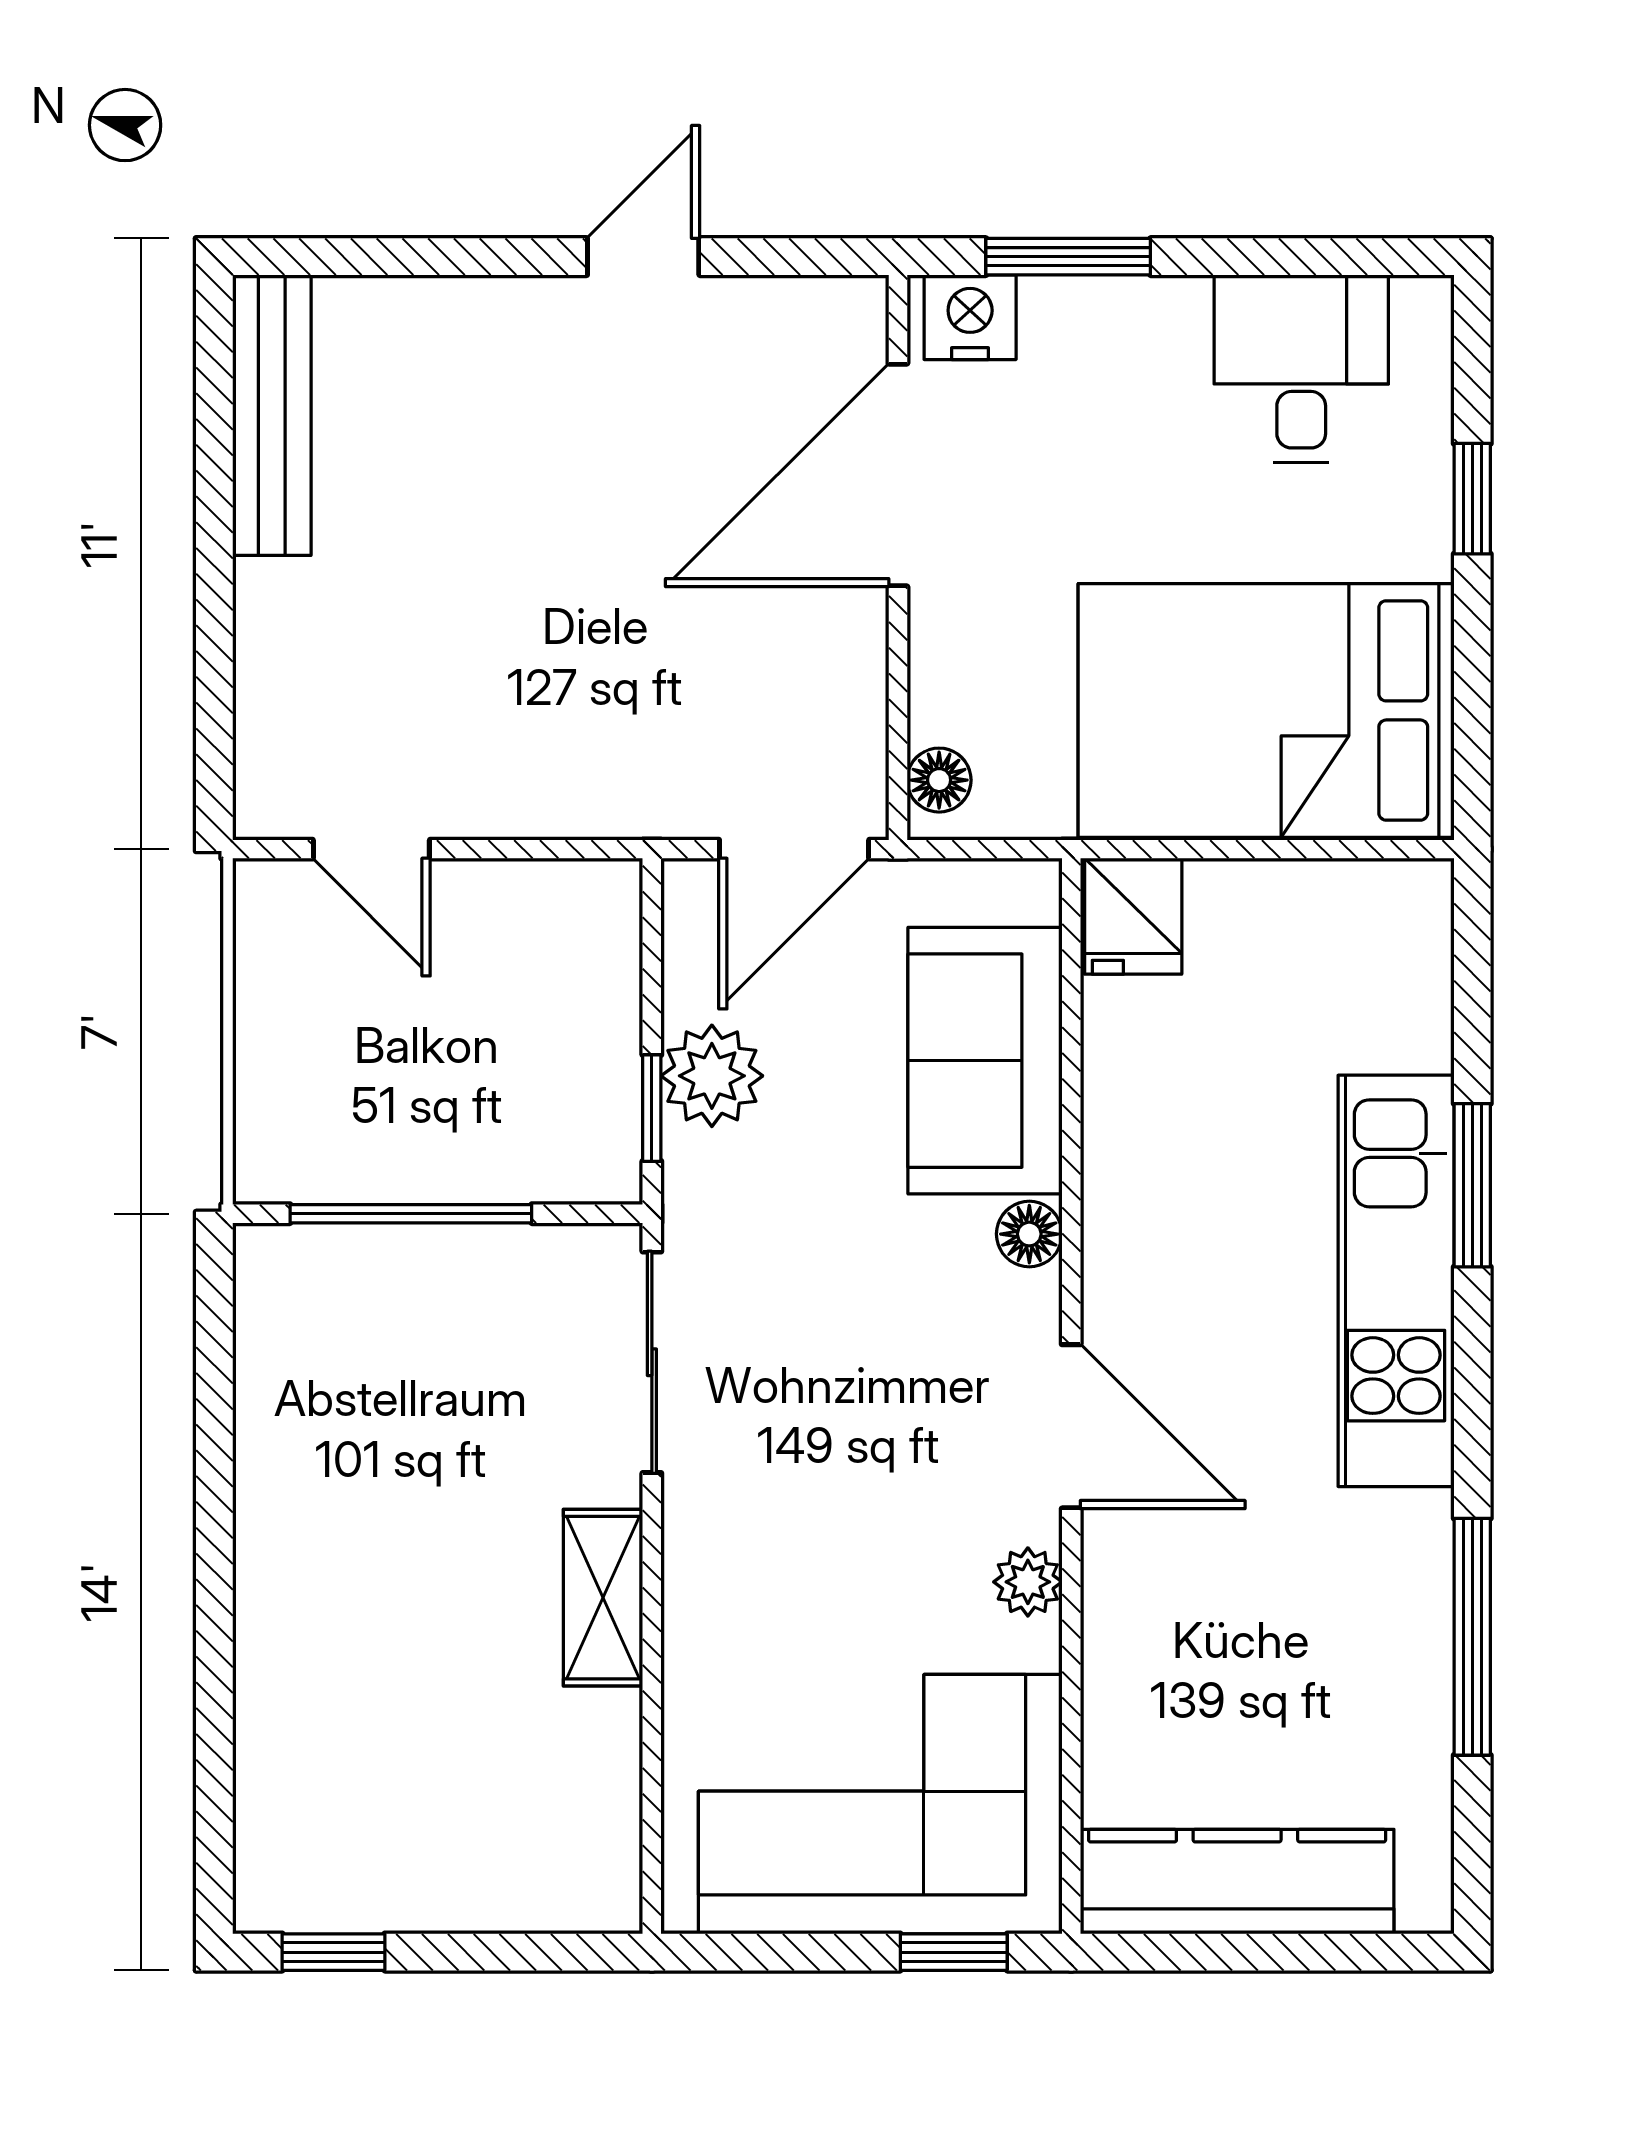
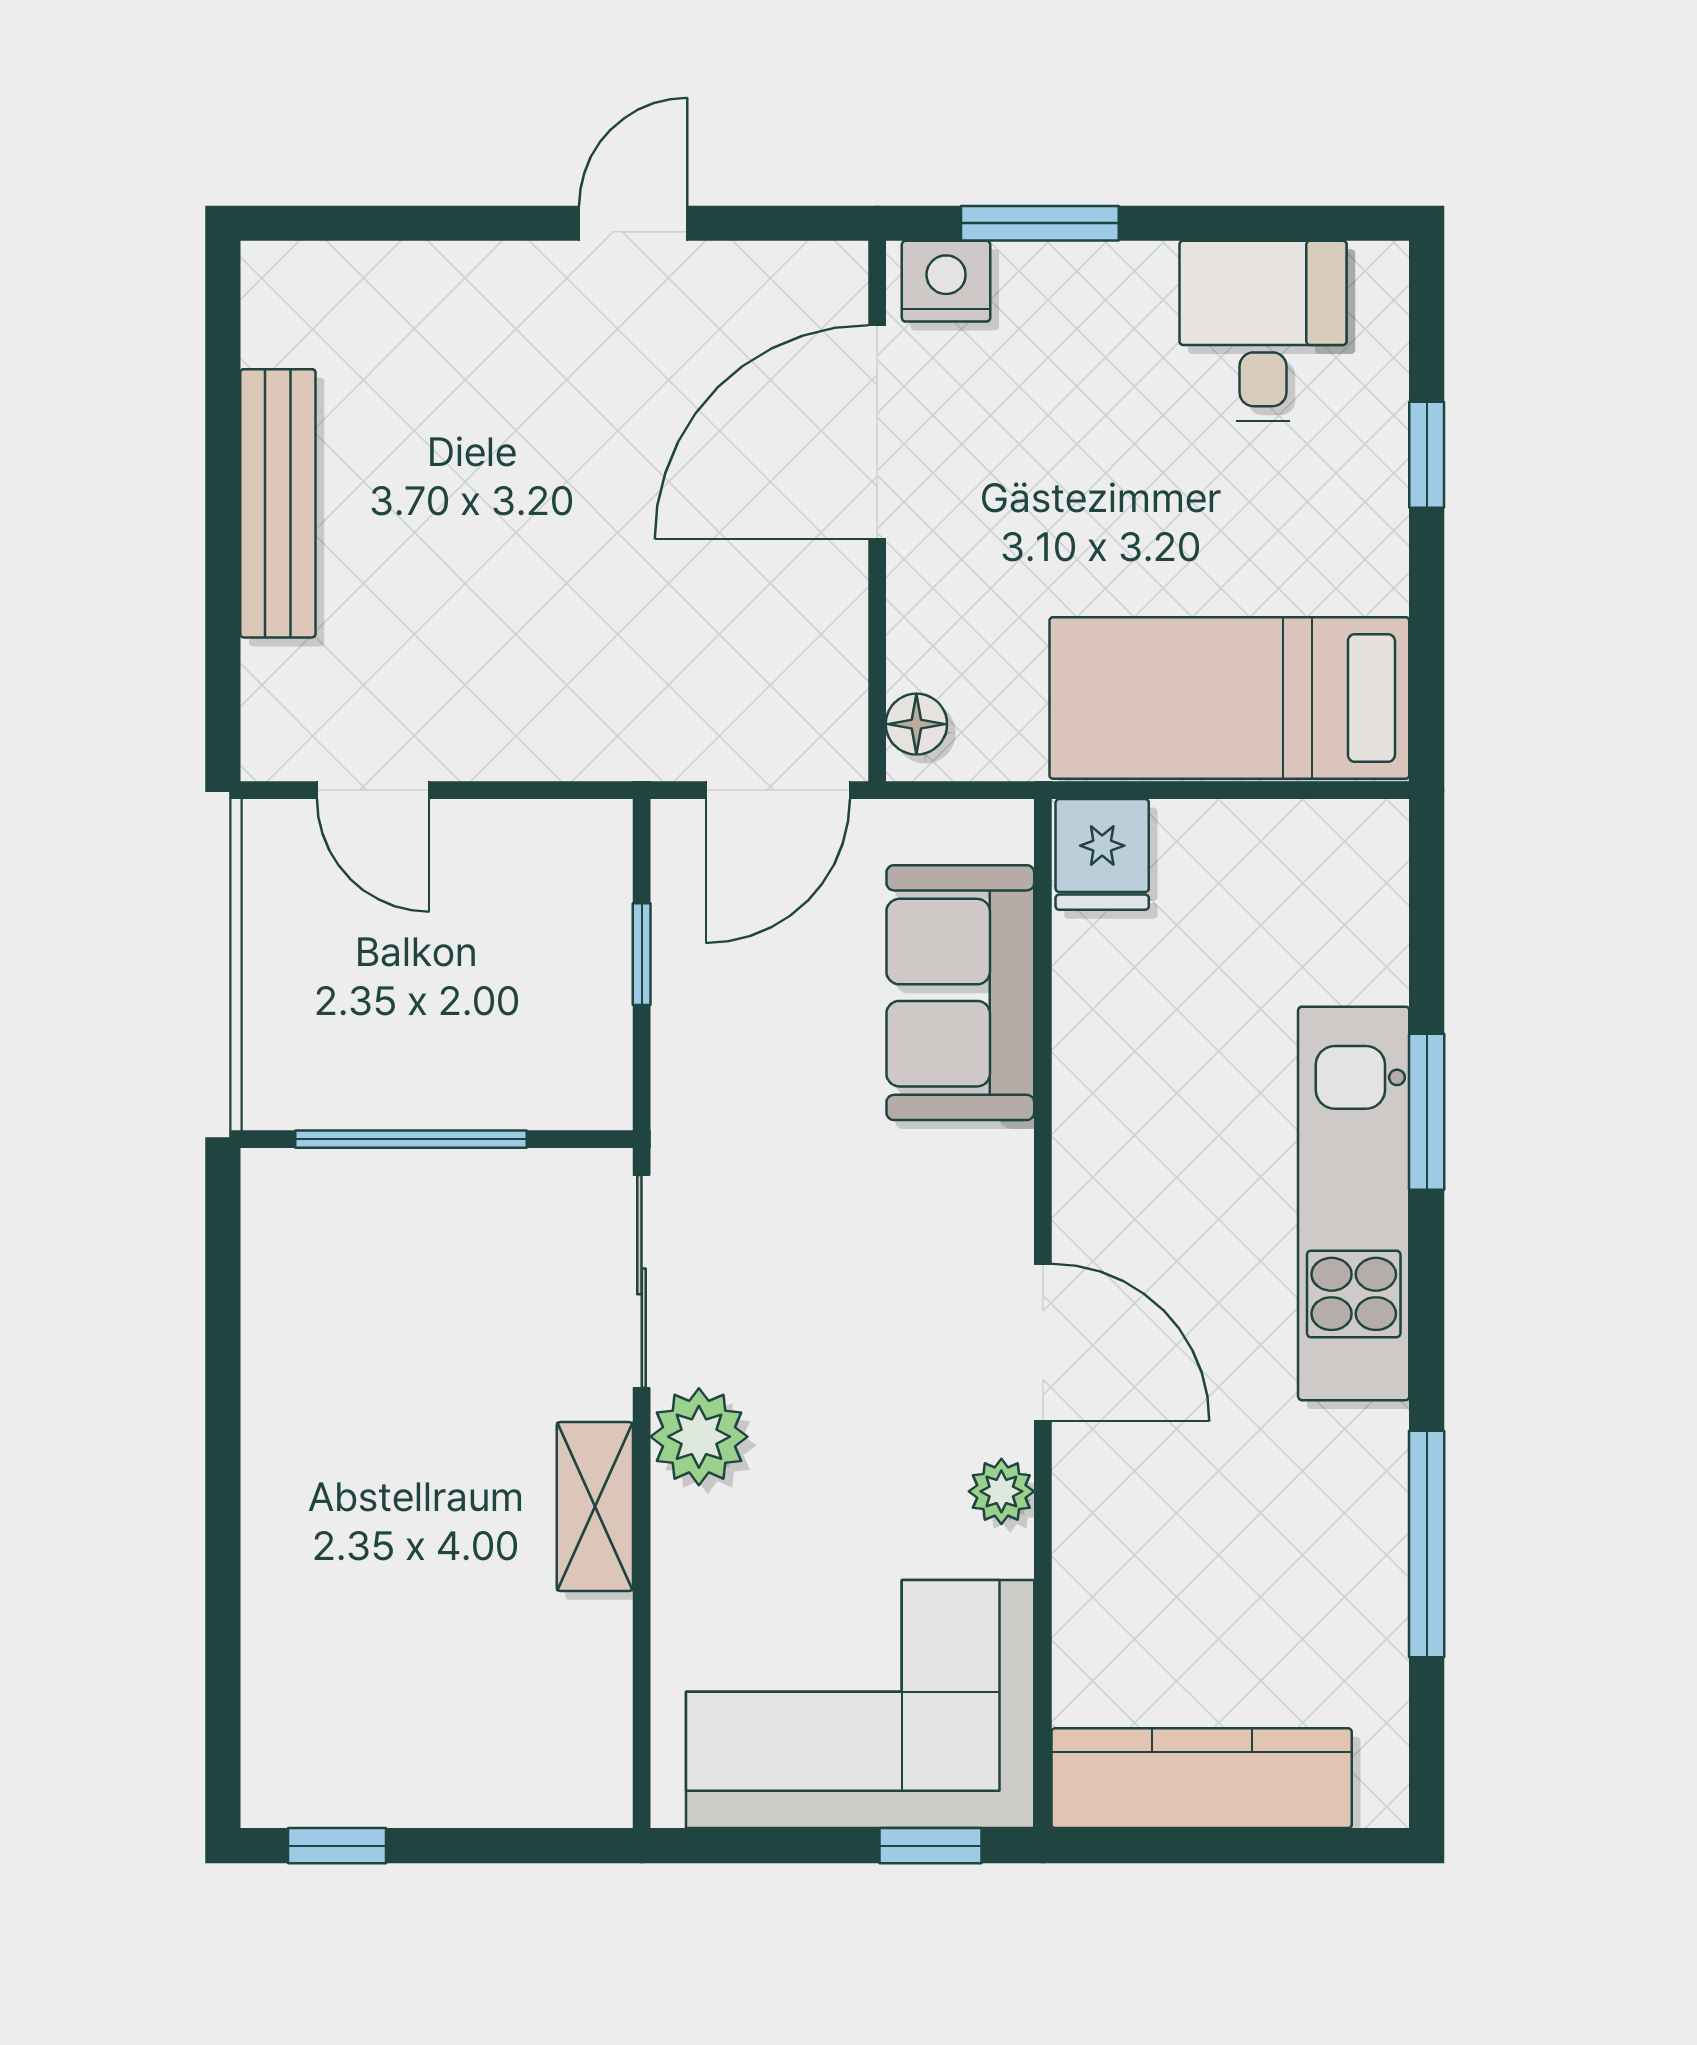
bench: (272, 415) -> (278, 503), moved
bed: (1266, 710) -> (1229, 698), width x0.67
plant: (712, 1076) -> (699, 1437), moved
window: (652, 1108) -> (642, 954), moved
floor lamp: (1029, 1234) -> (1003, 1159), removed

